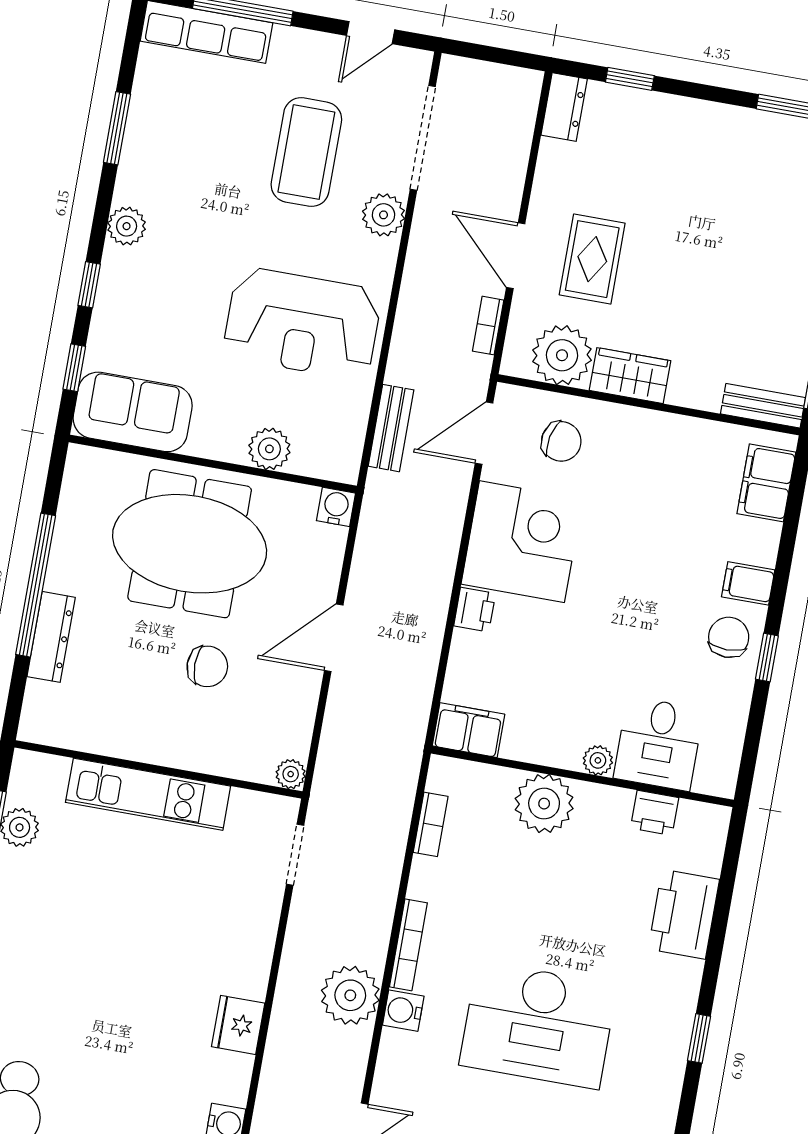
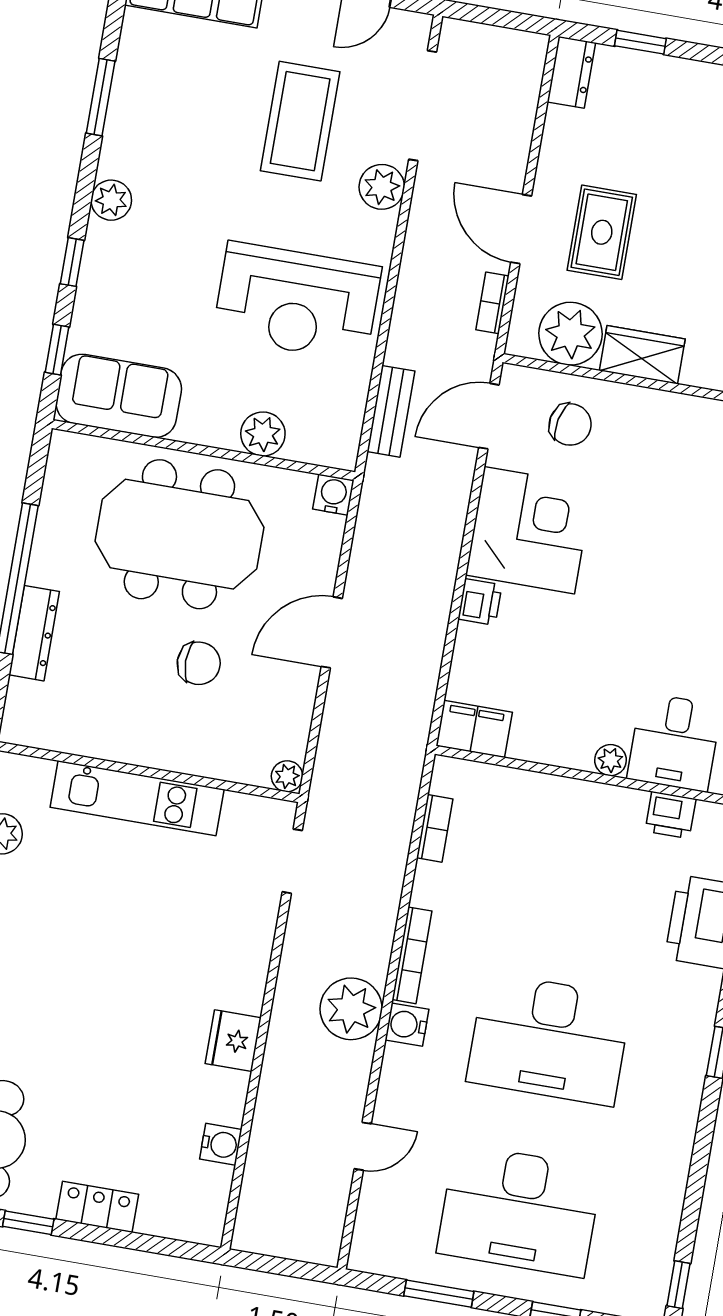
plant: (544, 804) -> (554, 806), removed

